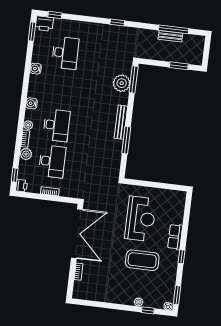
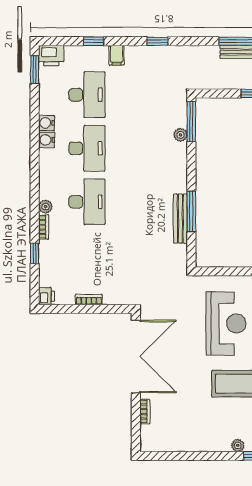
window: (55, 15) -> (94, 41), moved
filing cabinet: (89, 29) -> (117, 55), added
plant: (122, 83) -> (180, 135), width x0.53, depth x0.53
water cooler: (32, 103) -> (47, 140), moved
bench: (121, 122) -> (180, 219), moved
plant: (26, 154) -> (47, 249), removed
desk: (52, 161) -> (87, 148), moved
window: (15, 175) -> (35, 253), moved

